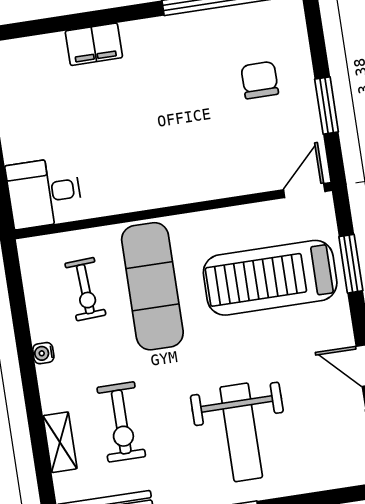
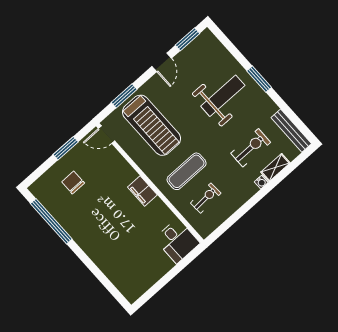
filing cabinet: (94, 44) -> (142, 191), moved, turned 180
chair: (260, 80) -> (73, 182), turned 90
exercise mat: (152, 286) -> (187, 171), width x0.73, depth x0.69
water cooler: (43, 353) -> (261, 182), moved

